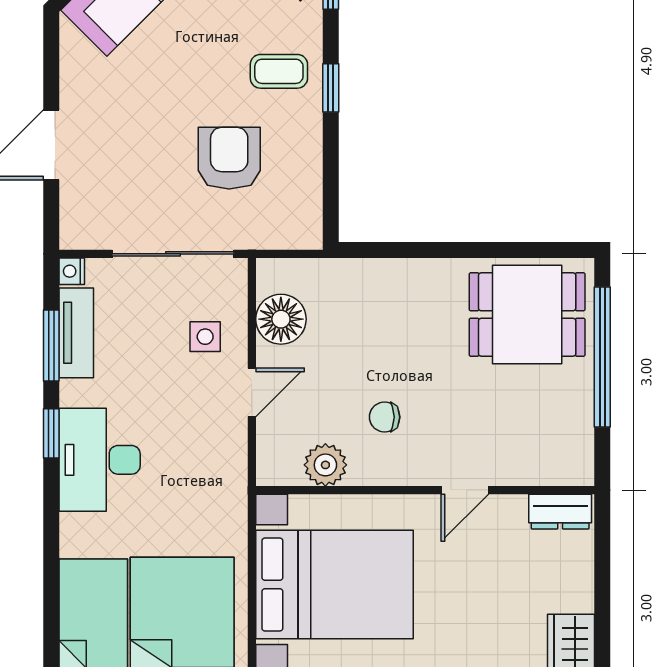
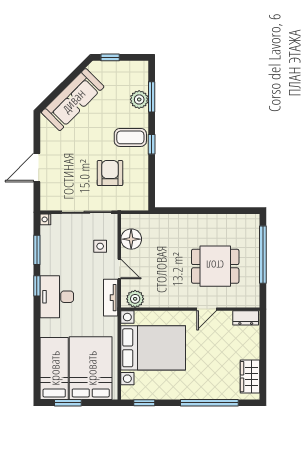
coffee table: (279, 71) -> (130, 137), width x1.36, depth x1.30
dining table: (527, 315) -> (215, 266), moved
tv unit: (76, 333) -> (111, 298), moved, turned 180
door: (252, 392) -> (119, 269), hinge flipped
chair: (385, 417) -> (174, 279), removed
plant: (325, 465) -> (135, 299), moved

